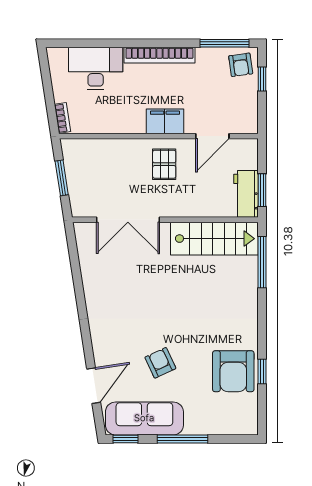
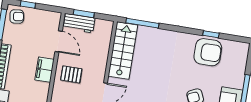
window: (262, 190) -> (84, 14), moved
workbench: (246, 194) -> (79, 23), moved

